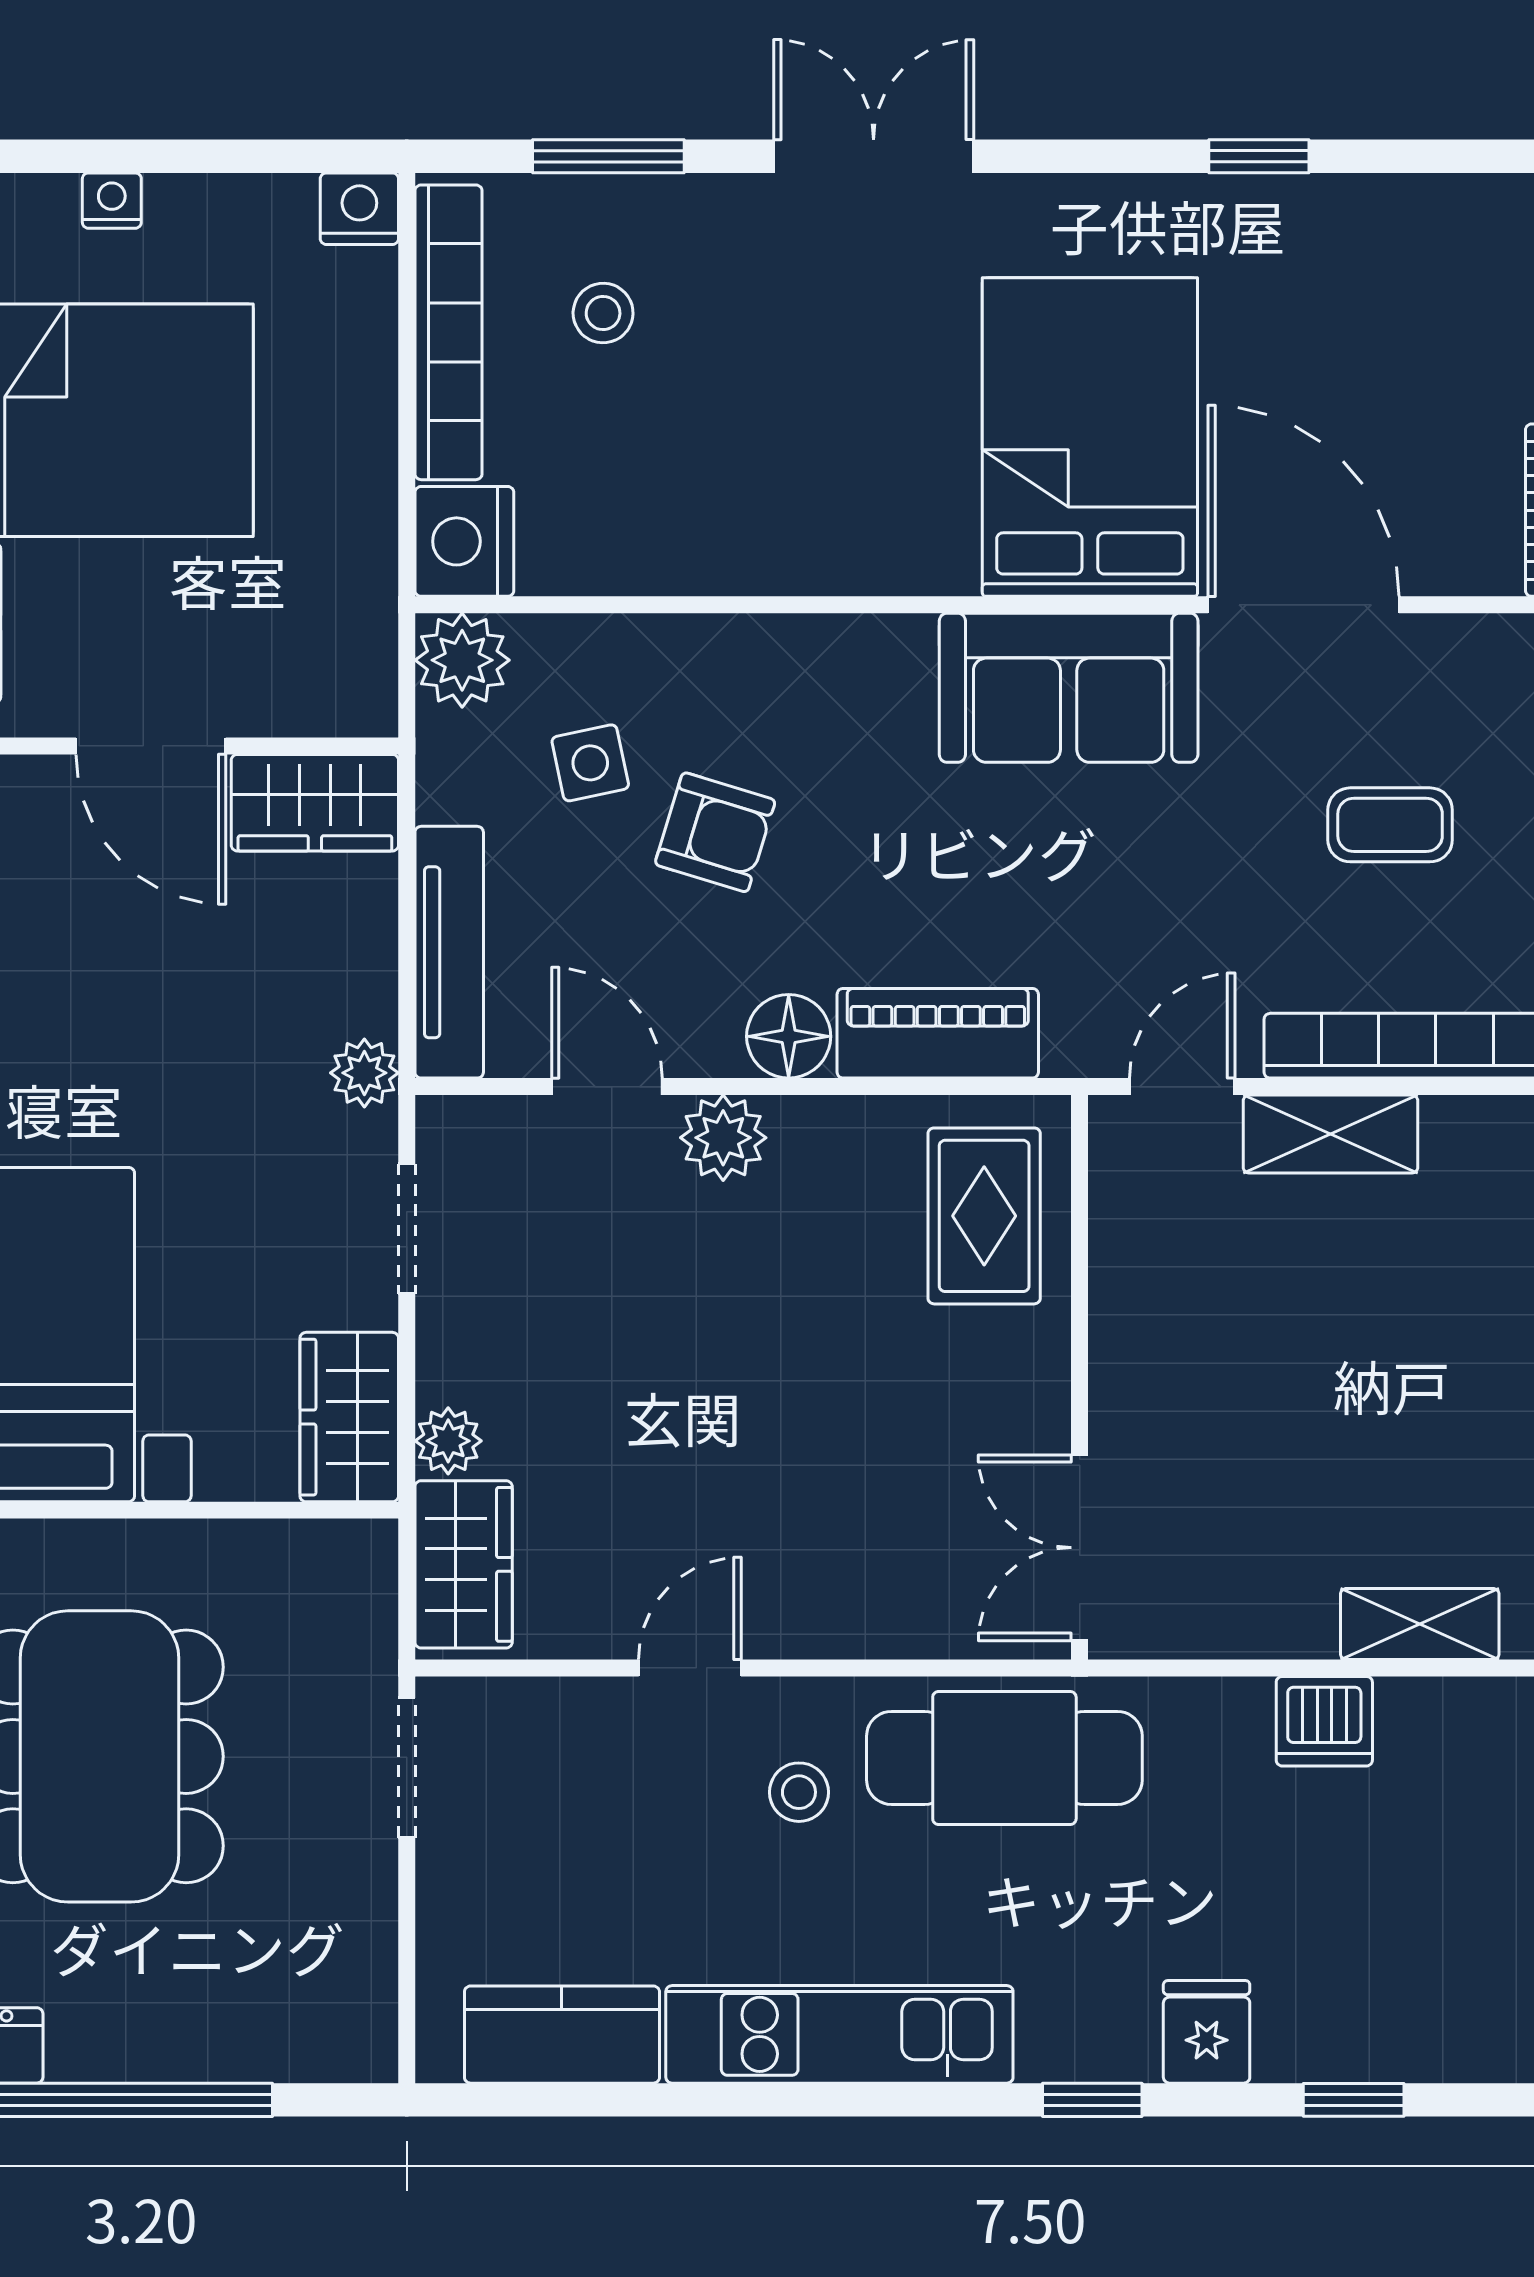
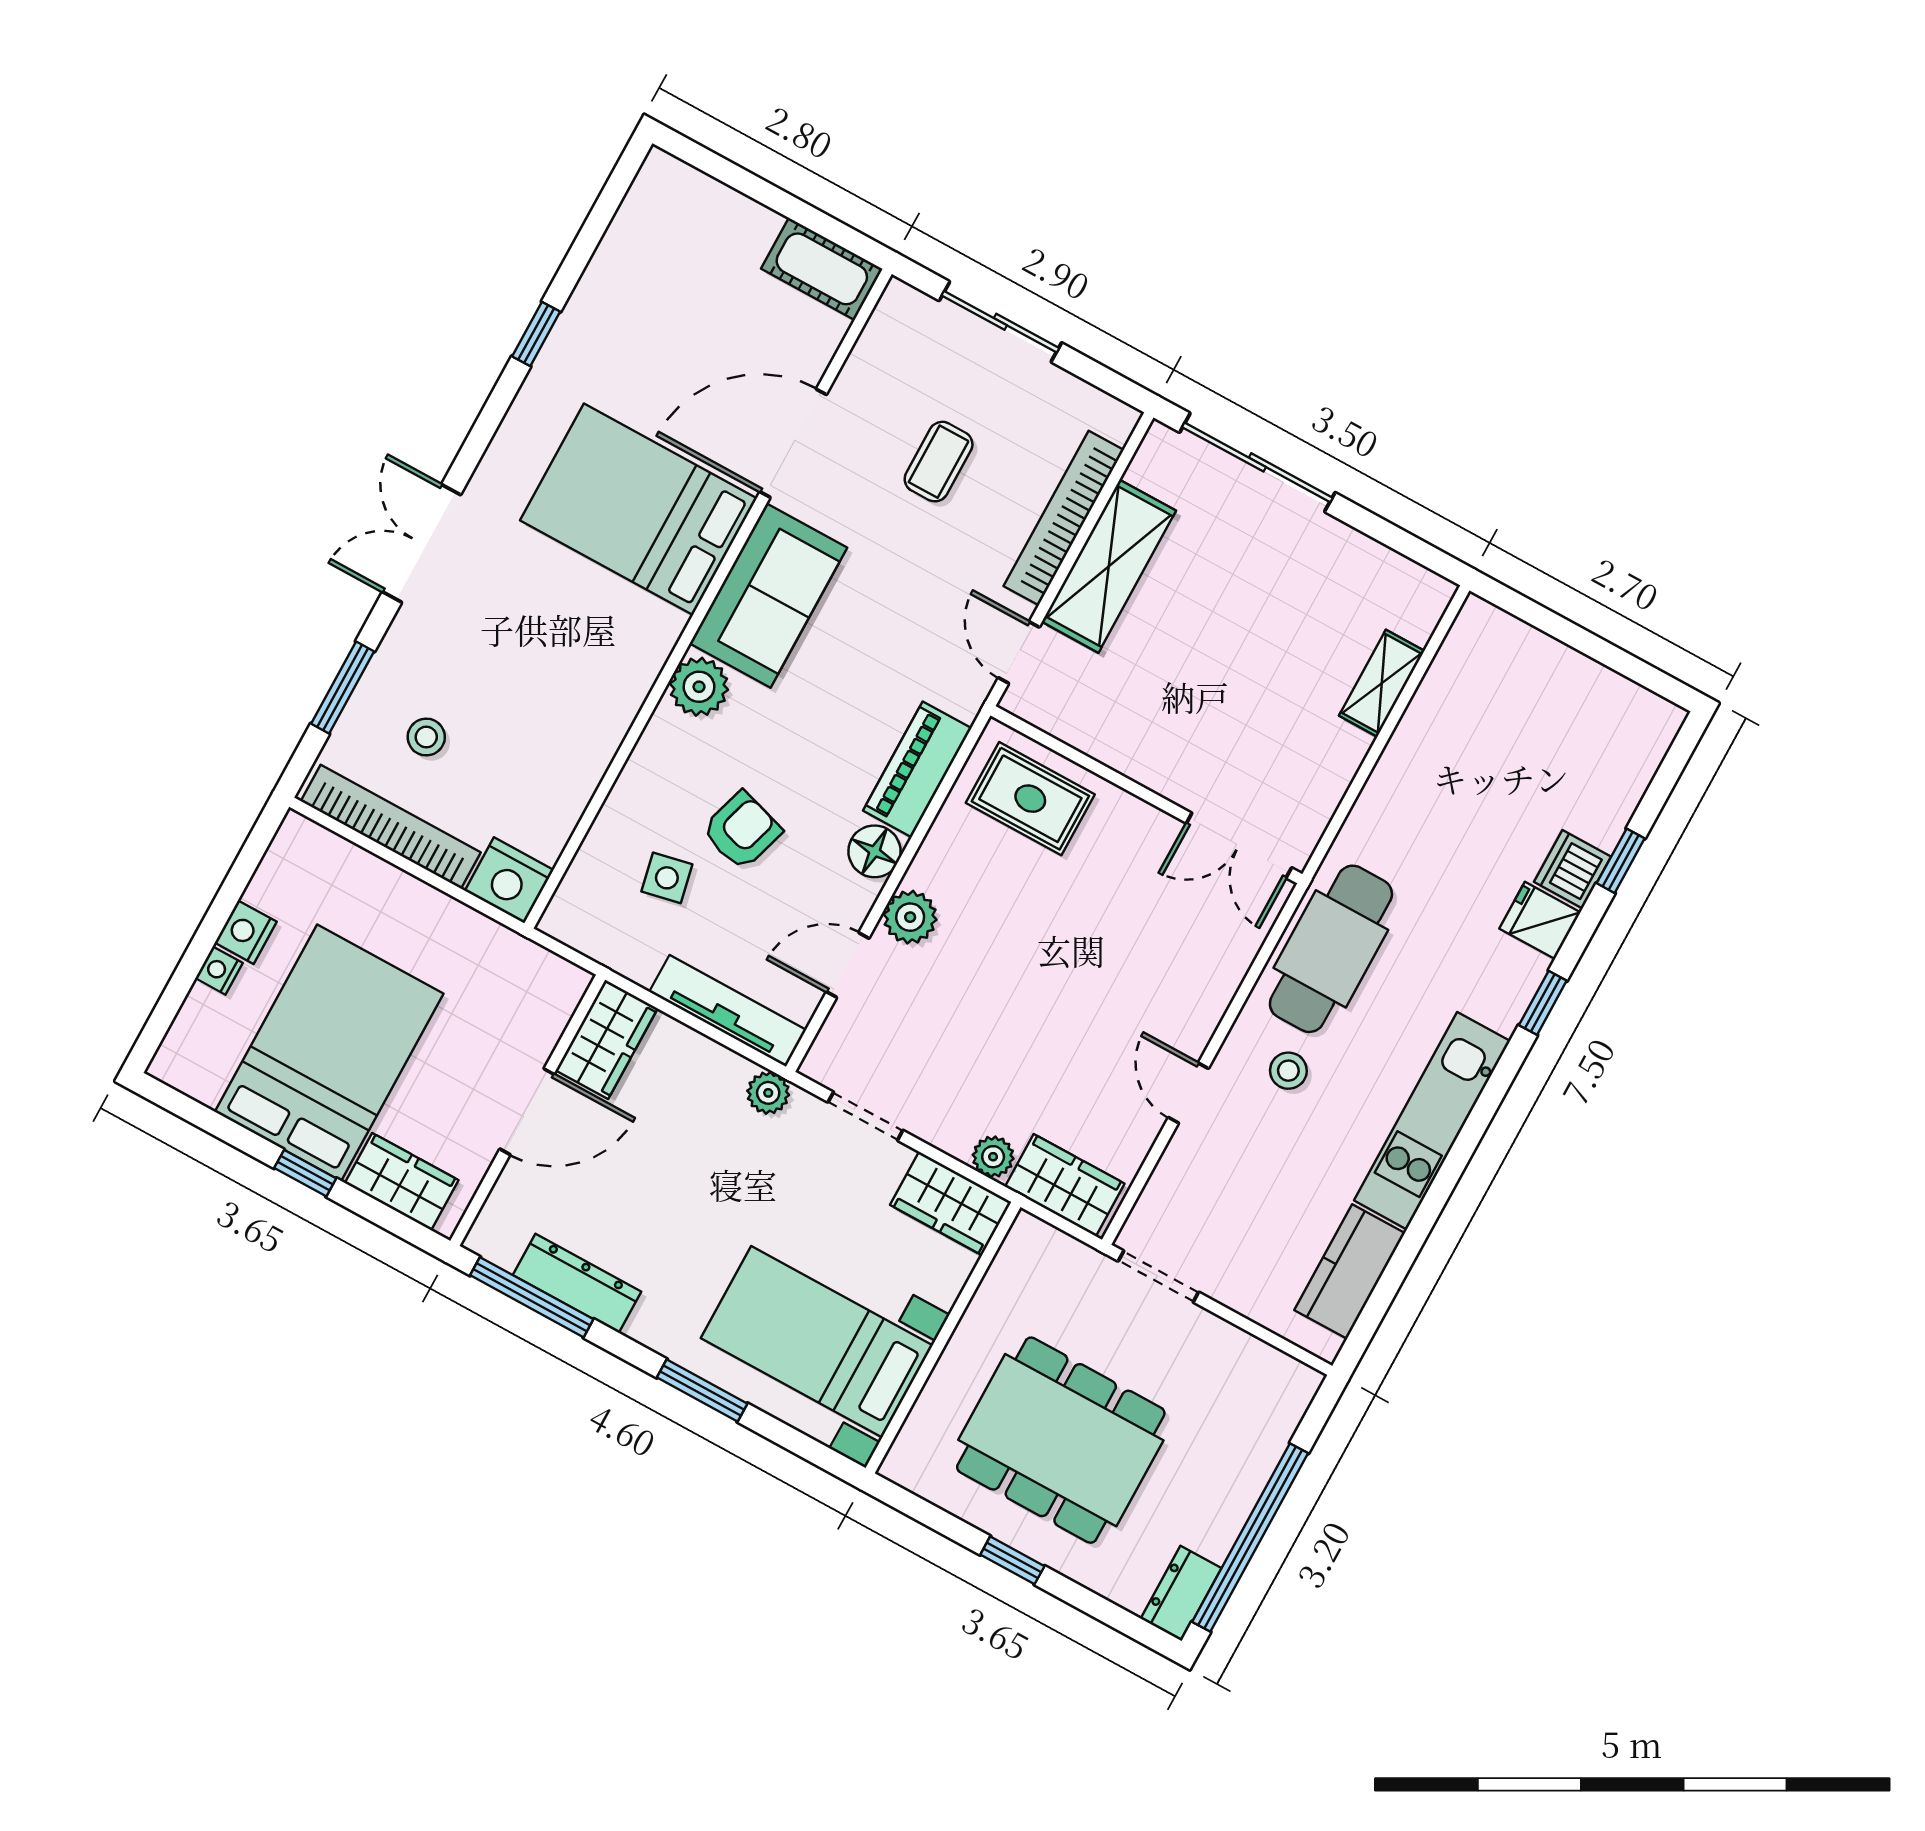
nightstand: (359, 209) -> (246, 932), moved
plant: (462, 660) -> (699, 687), moved
shelving: (1330, 1134) -> (1109, 566), width x1.50, depth x1.33
dishwasher: (1324, 1721) -> (1573, 869), moved, turned 180

